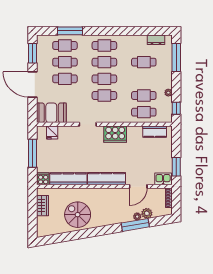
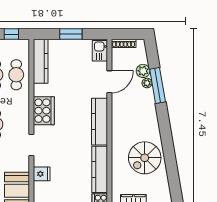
fridge: (52, 132) -> (42, 174), moved
kitchen counter: (155, 132) -> (41, 61), width x1.50
window: (176, 167) -> (71, 34), moved
door: (138, 186) -> (109, 82), hinge flipped

